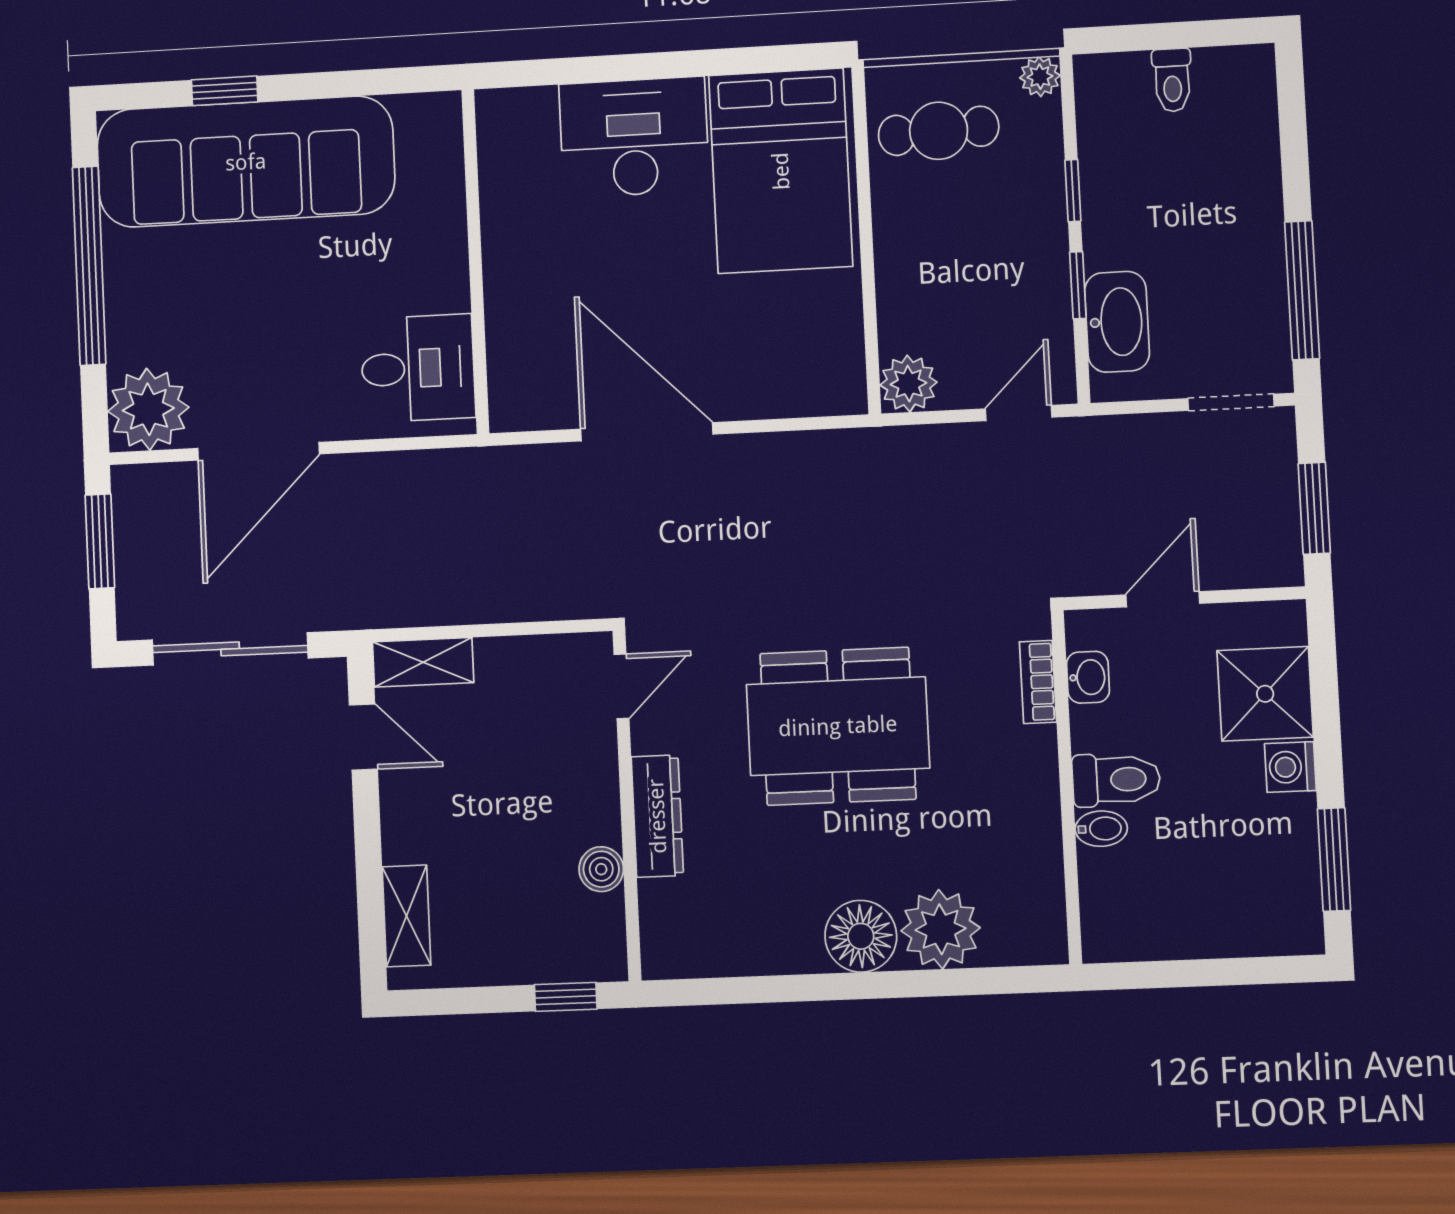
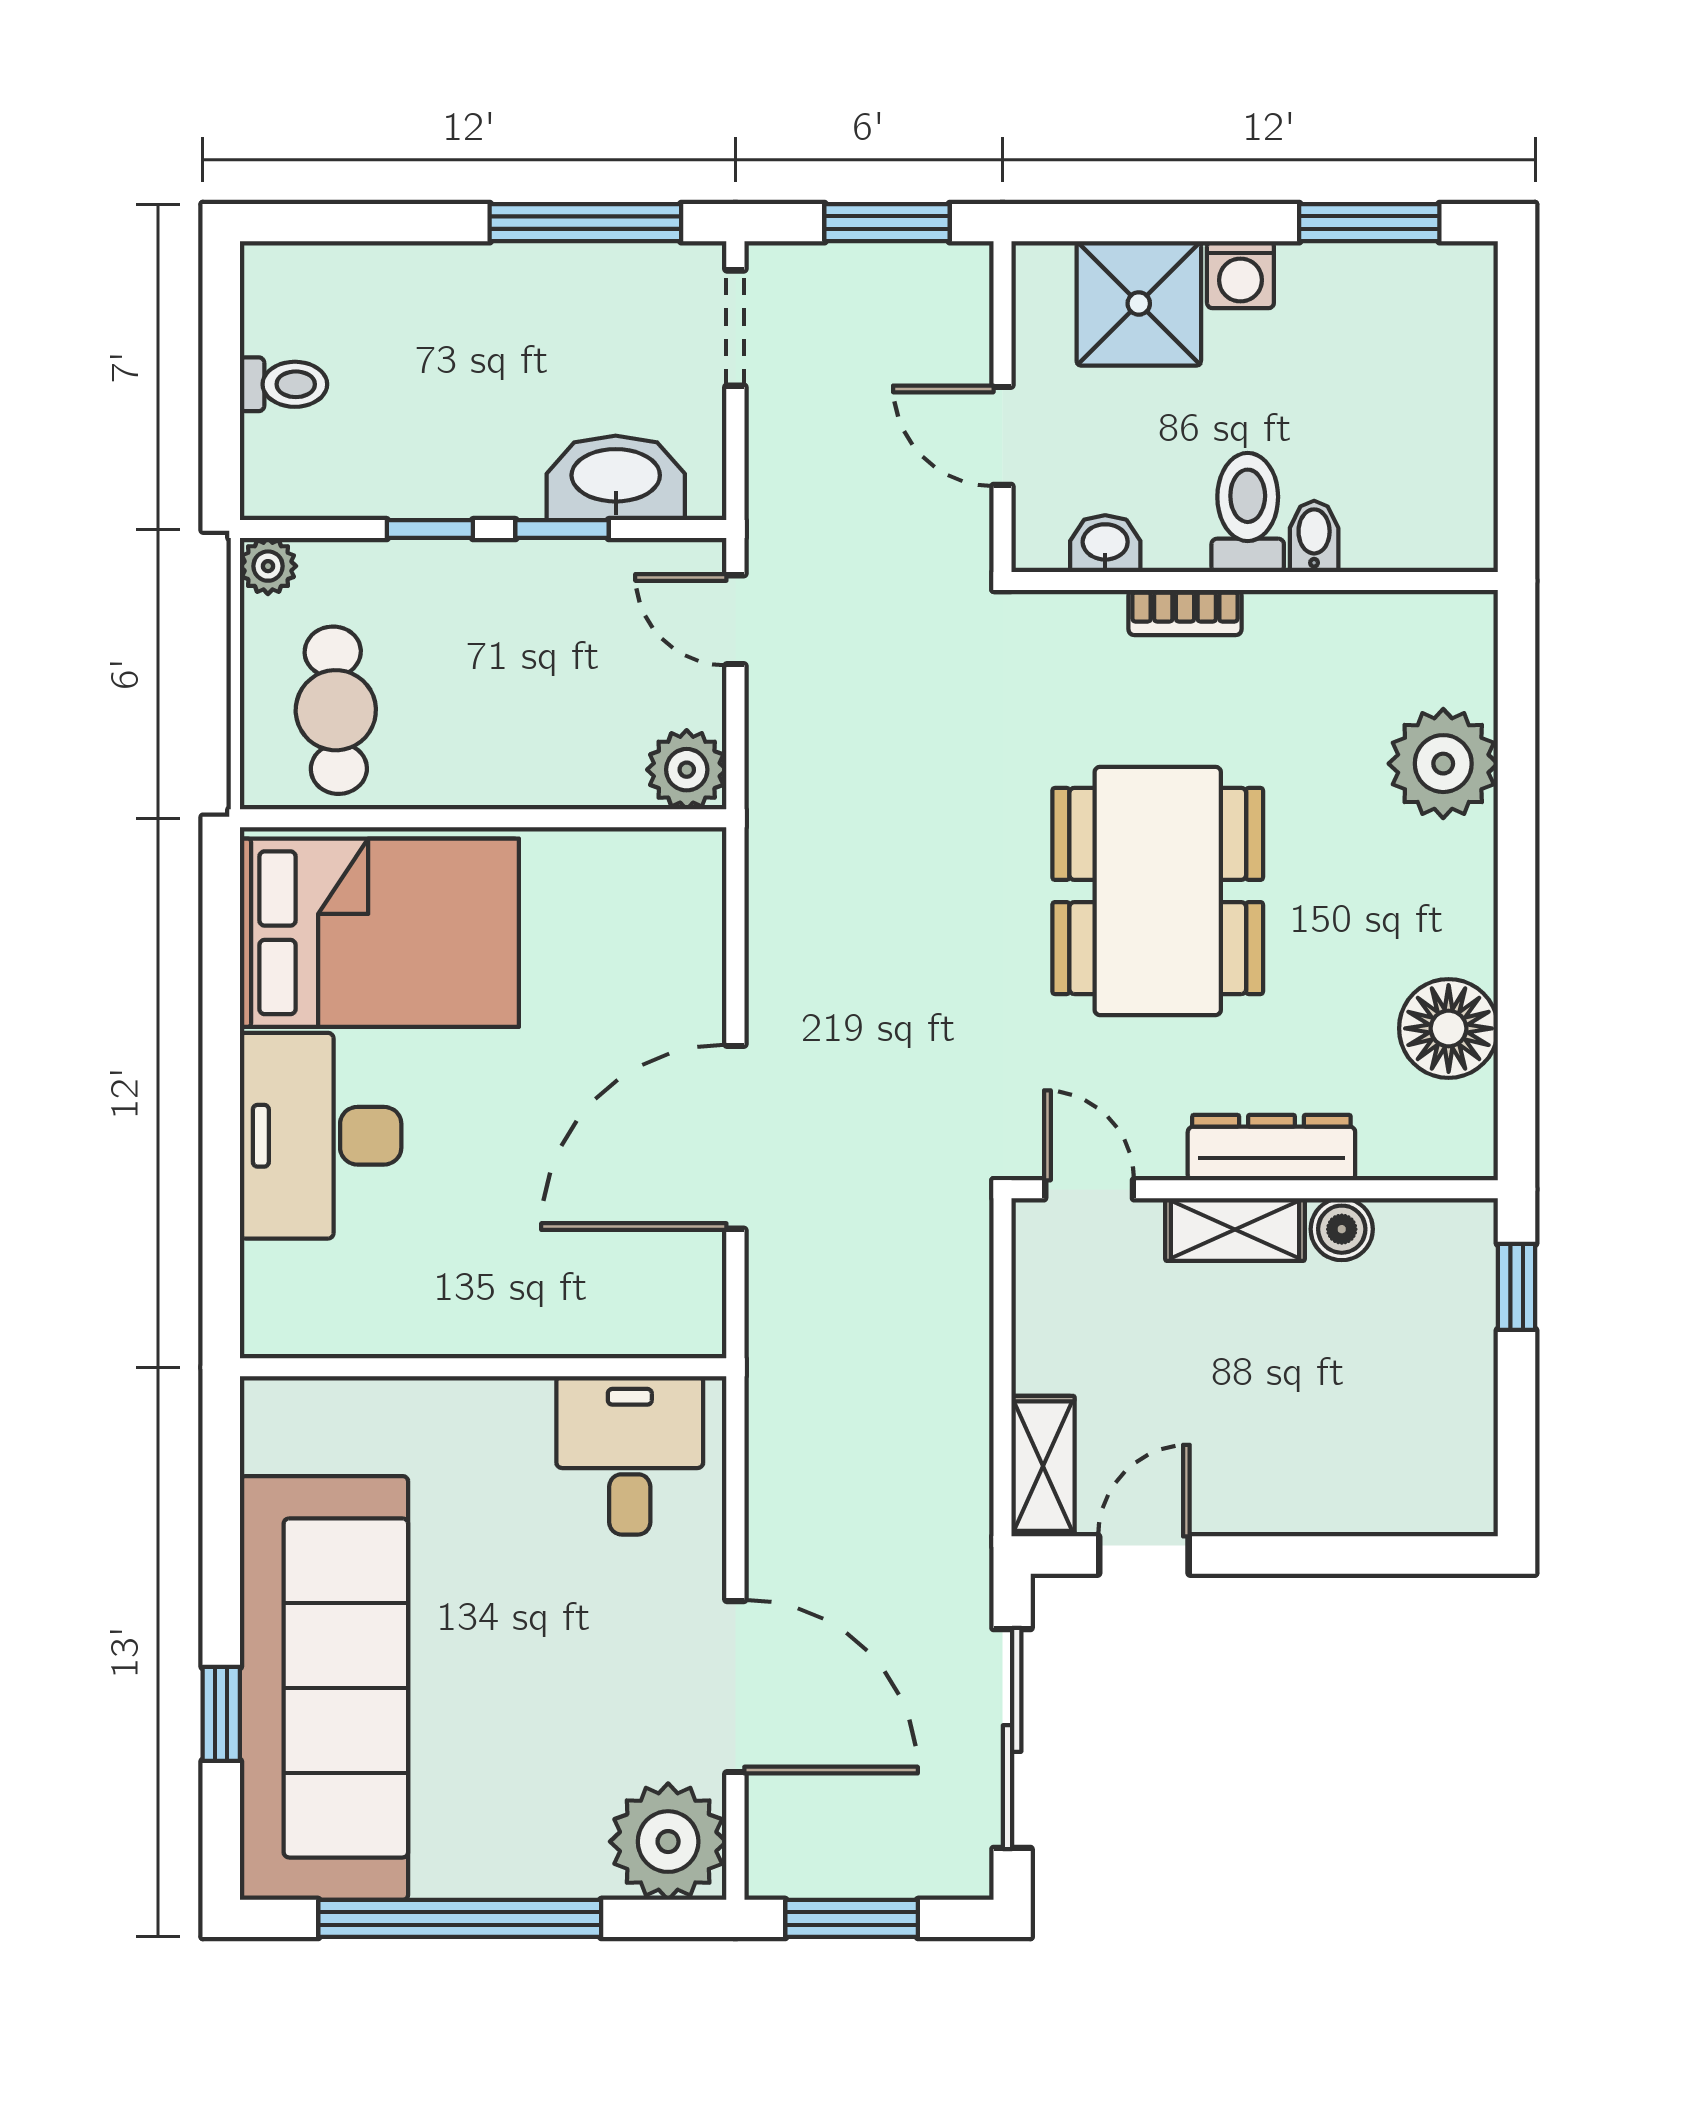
bookcase: (1038, 682) -> (1185, 612), moved
shelving: (406, 916) -> (1235, 1230), moved
floor lamp: (861, 936) -> (1449, 1028), moved

